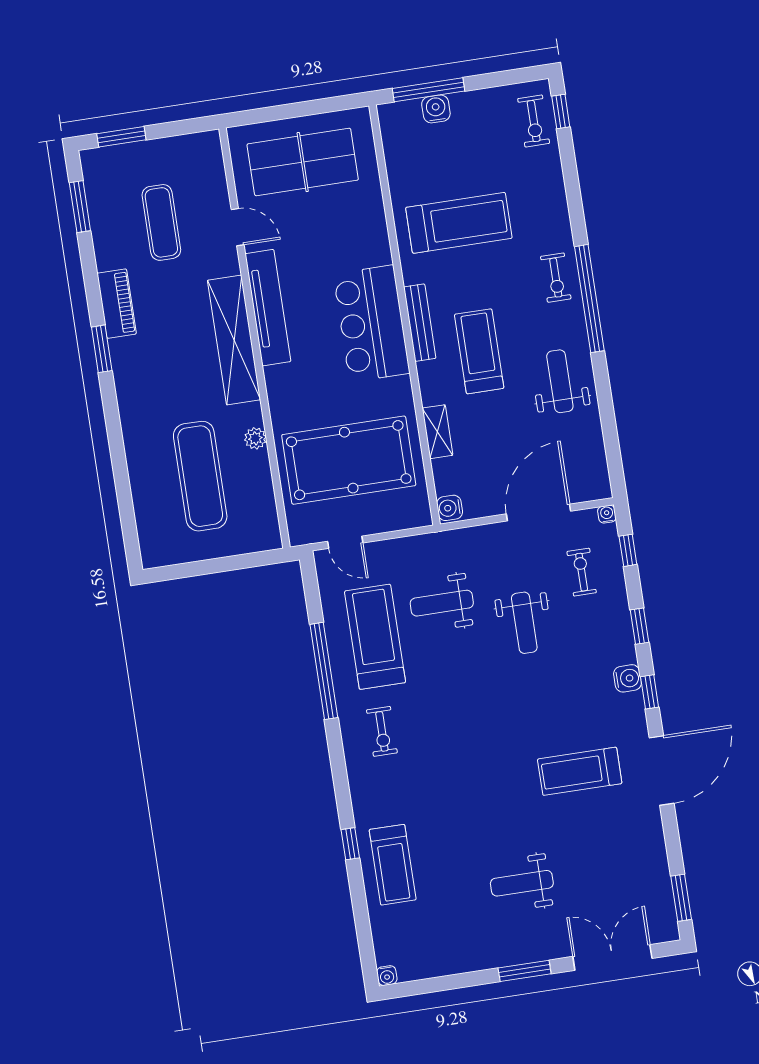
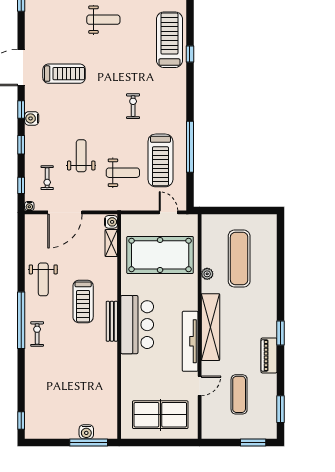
exercise bike: (534, 121) -> (36, 418), removed
treadmill: (459, 223) -> (83, 370), removed
door: (238, 227) -> (200, 386), swing flipped
shelving: (437, 432) -> (111, 243), moved
exercise bike: (382, 731) -> (133, 106), moved
treadmill: (393, 865) -> (169, 40), width x1.37, depth x1.38

